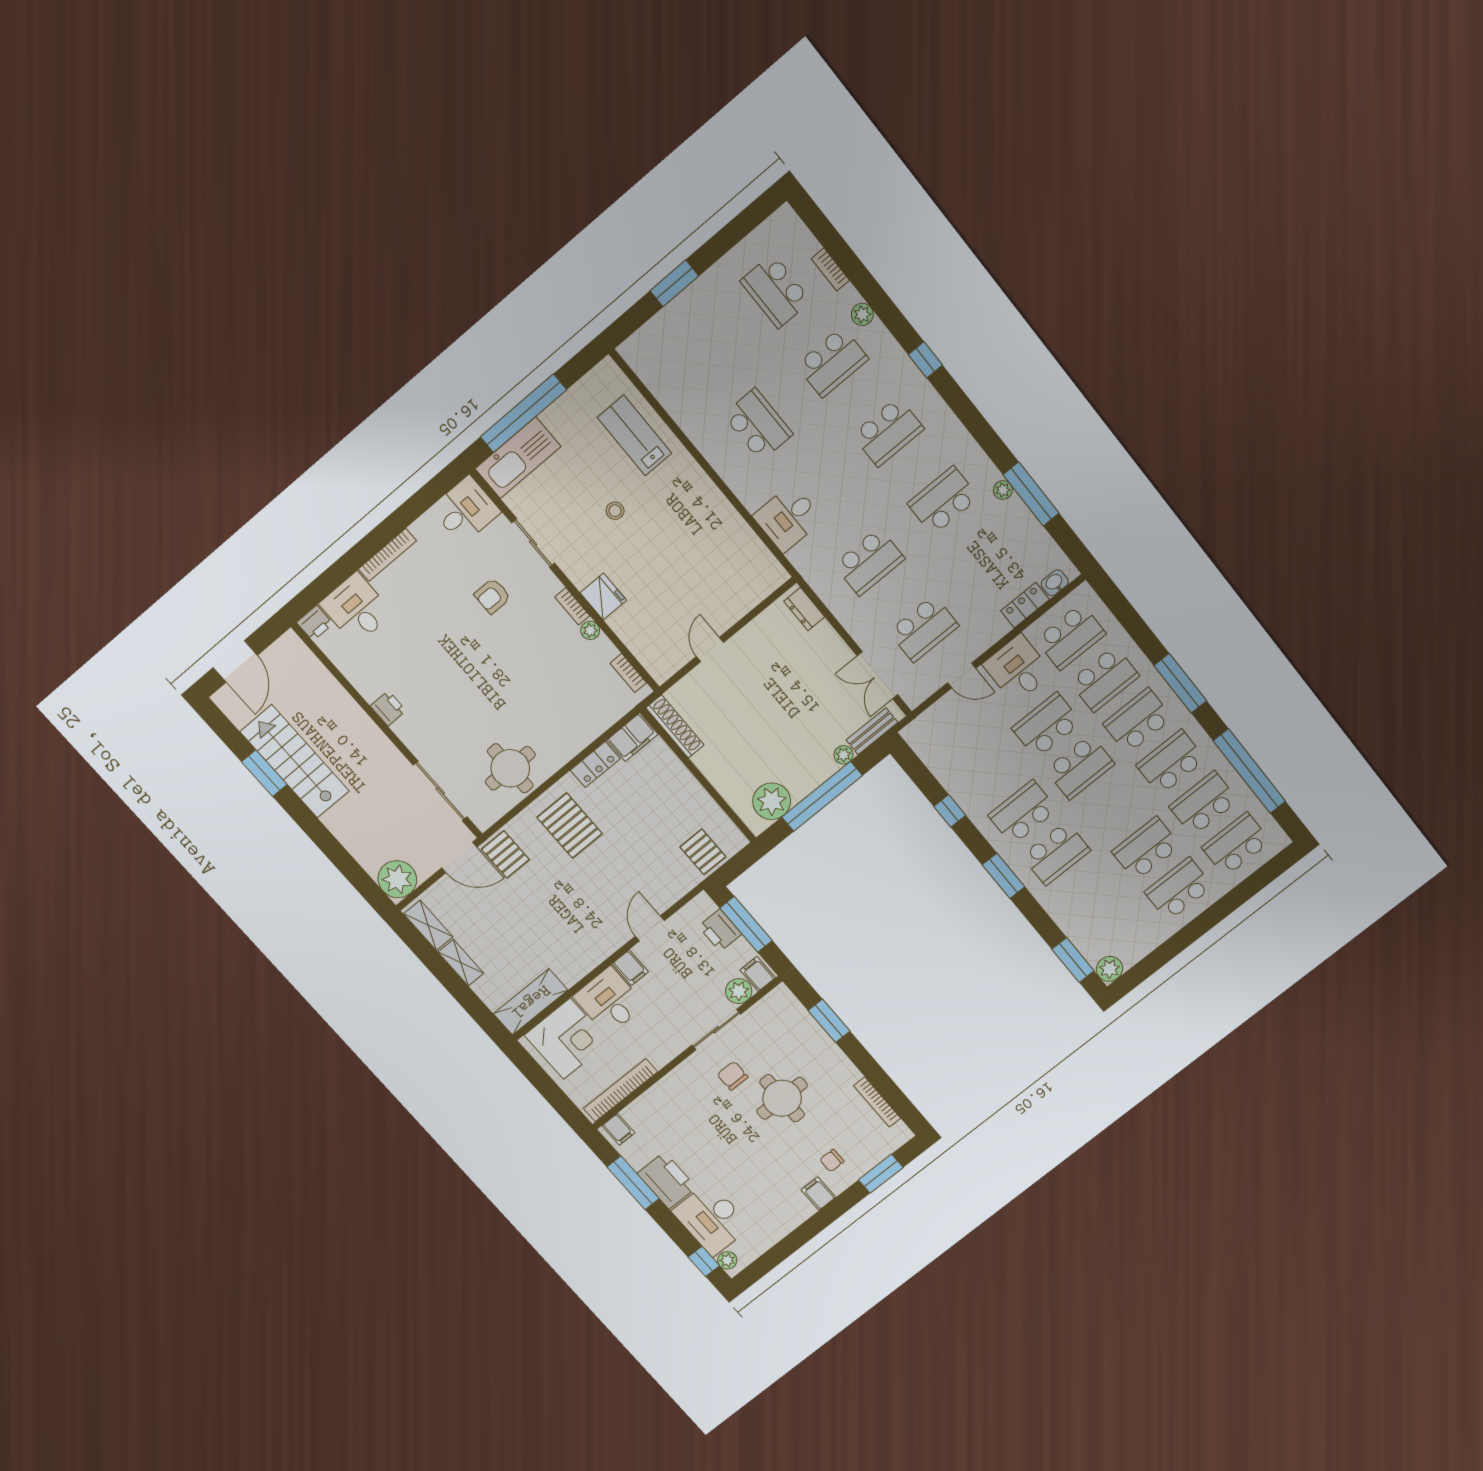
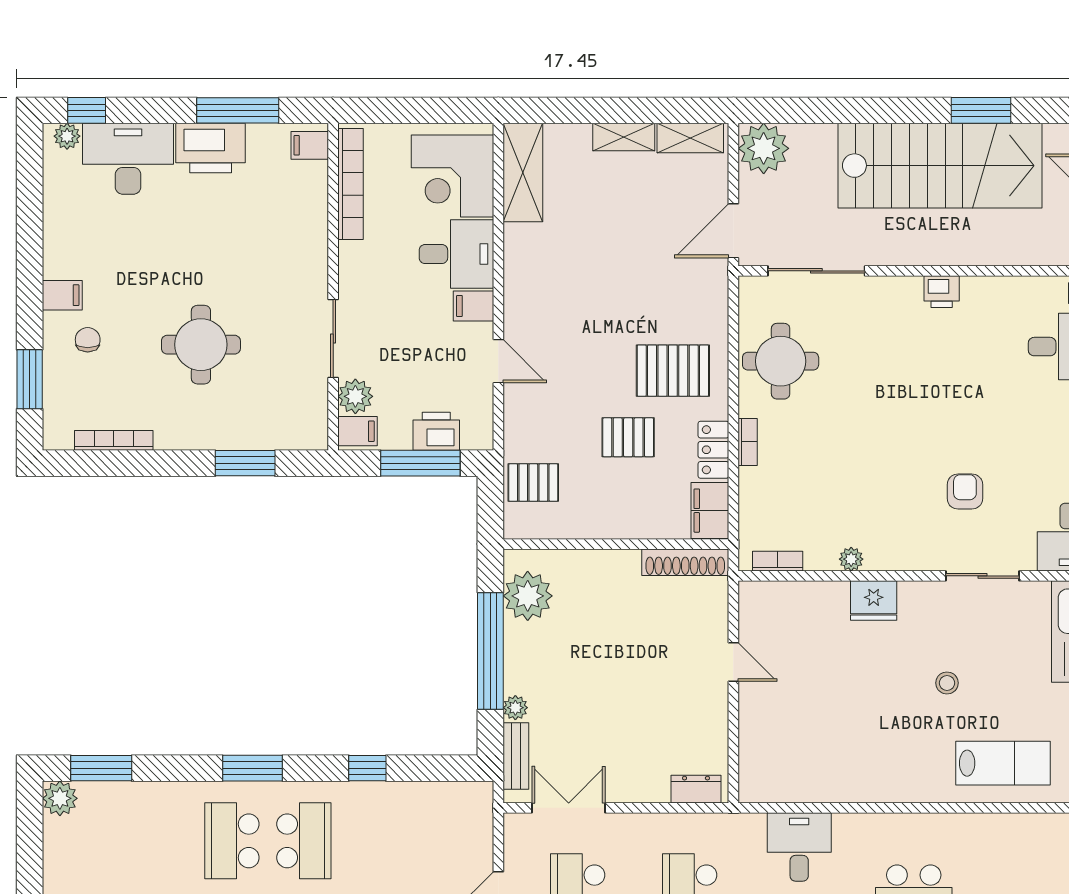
bookcase: (572, 606) -> (748, 442), moved, turned 90
stairs: (295, 761) -> (940, 166), width x1.36, depth x1.51
pallet: (505, 854) -> (628, 437), moved
chair: (733, 1076) -> (269, 314), removed

